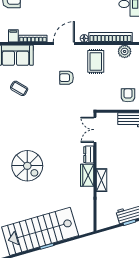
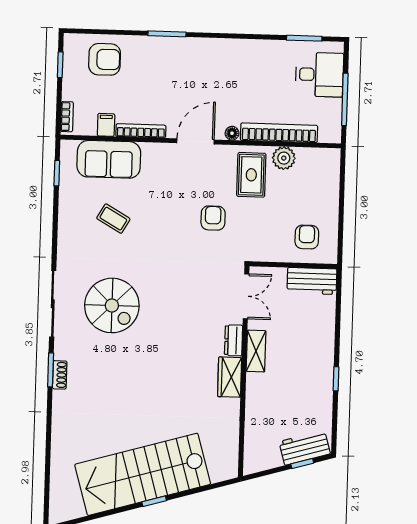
plant: (125, 51) -> (284, 158), moved
armchair: (67, 78) -> (213, 218), moved, turned 90
double door: (95, 130) -> (246, 296), swing flipped
spiral stairs: (27, 166) -> (112, 305), moved
shelving: (101, 180) -> (256, 351), moved

